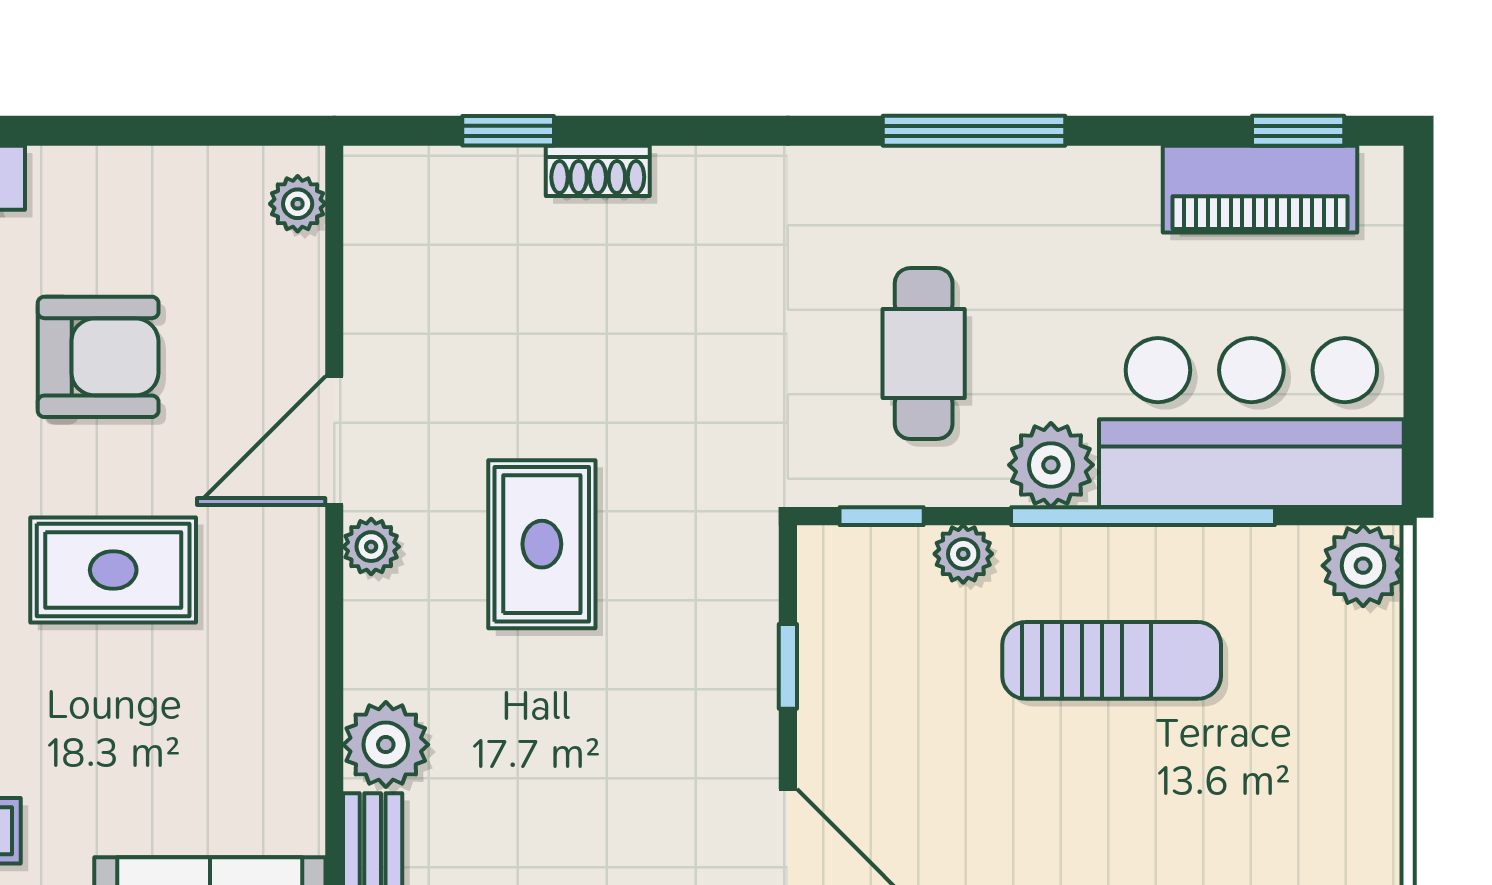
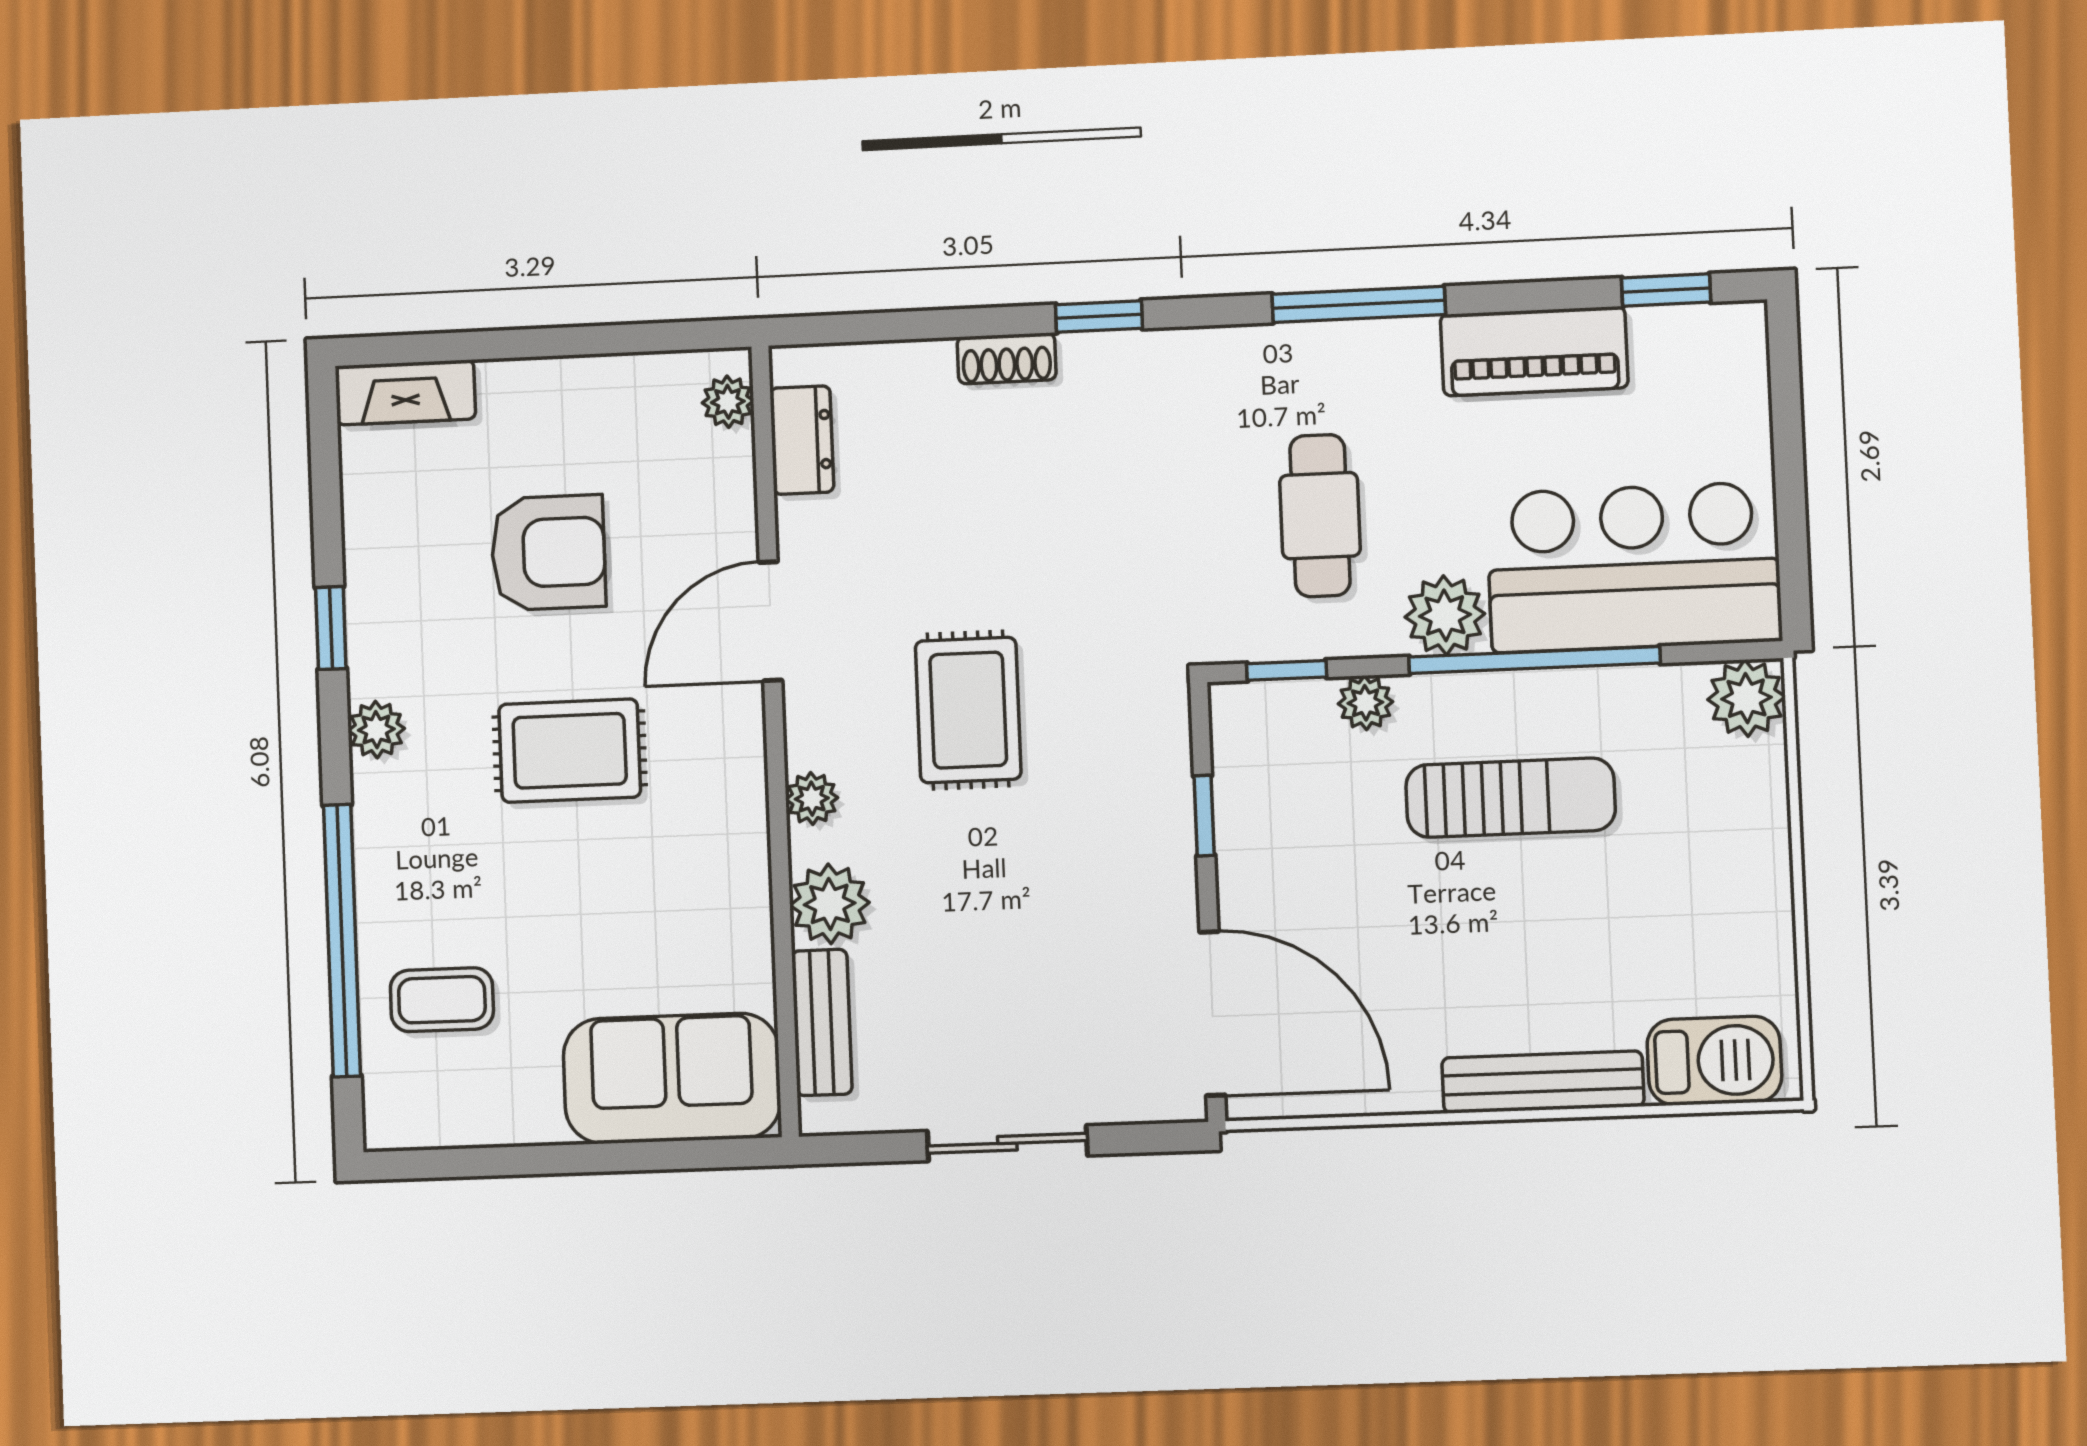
window: (508, 131) -> (1099, 316), moved
piano: (1260, 189) -> (1534, 351), moved
dresser: (375, 248) -> (802, 440), added
plant: (371, 547) -> (812, 799), moved

